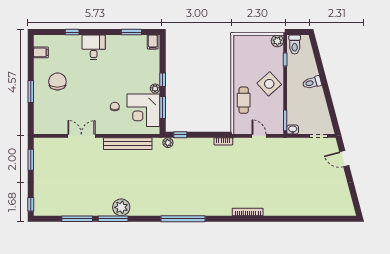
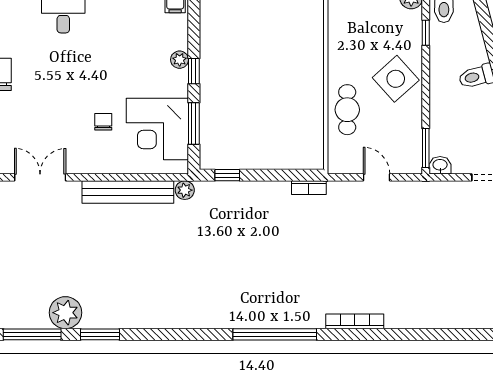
plant: (155, 88) -> (180, 60), moved
plant: (168, 143) -> (185, 190), moved
plant: (121, 207) -> (65, 313), moved
window: (113, 219) -> (100, 334), width x0.69
window: (183, 219) -> (275, 334), moved

